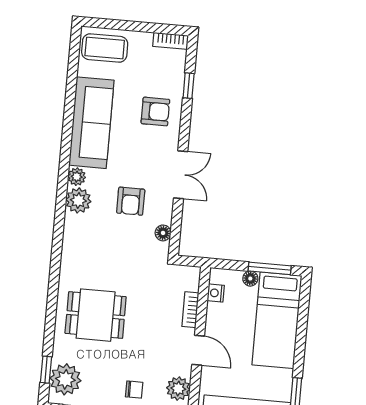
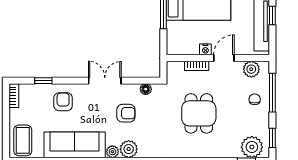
floor lamp: (250, 279) -> (172, 27), removed
nightstand: (216, 293) -> (205, 49), moved
dining table: (96, 315) -> (199, 113), moved

